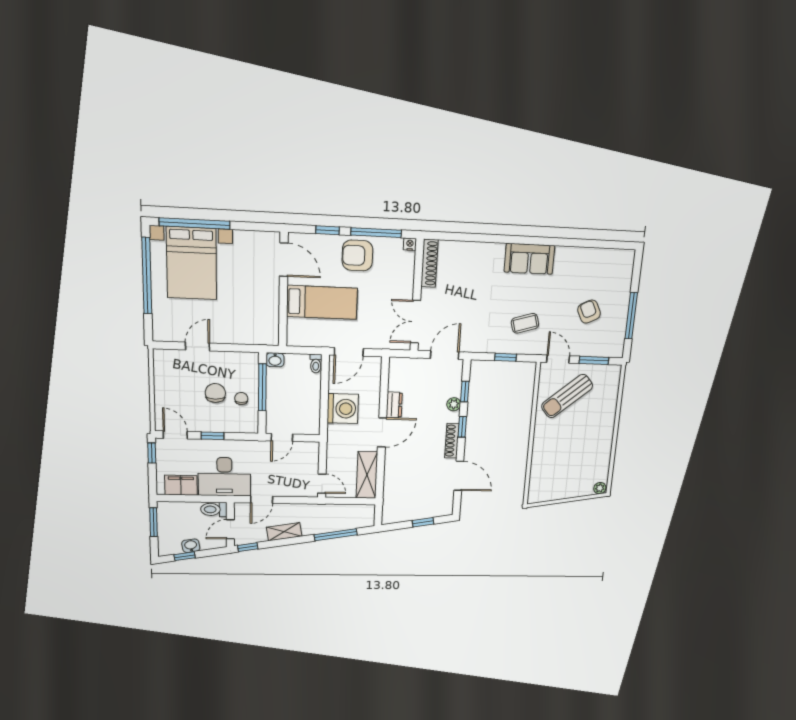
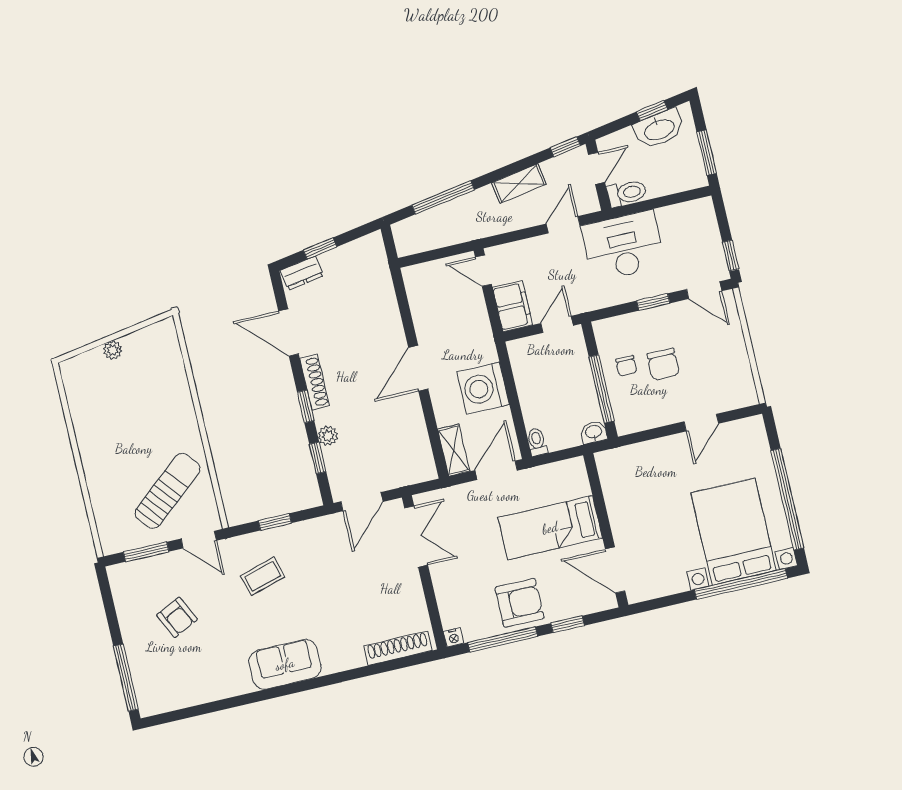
shoe rack: (429, 263) -> (398, 648), moved, turned 90
window: (631, 316) -> (126, 678), moved
dresser: (394, 405) -> (302, 273), moved, turned -99
shelving: (367, 475) -> (454, 450), moved, width x0.67, depth x0.75
filing cabinet: (181, 485) -> (512, 306), moved, turned -90
plant: (600, 488) -> (113, 350), moved
washbasin: (191, 546) -> (659, 129), width x1.91, depth x1.45

